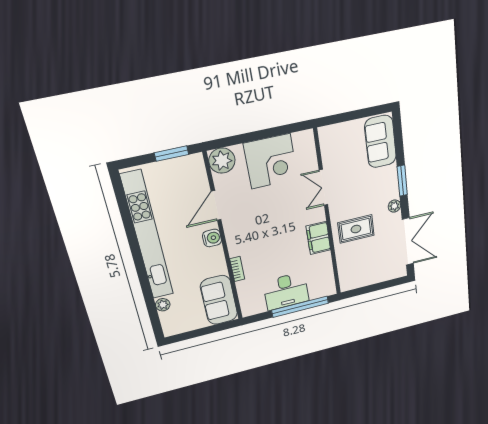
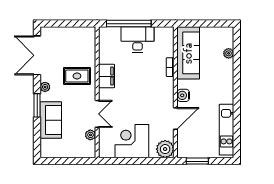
sofa: (380, 142) -> (51, 120), moved
plant: (328, 158) -> (90, 135), added
kitchen unit: (147, 236) -> (226, 130), width x0.54
sofa: (219, 300) -> (188, 53), width x1.36

